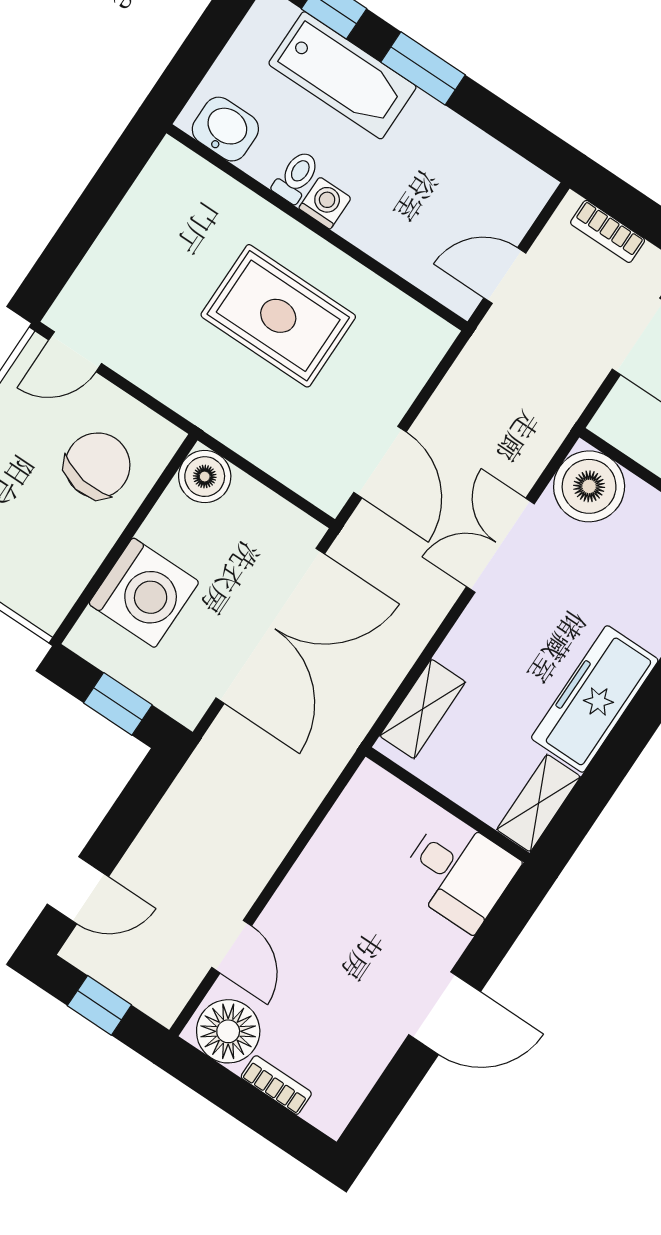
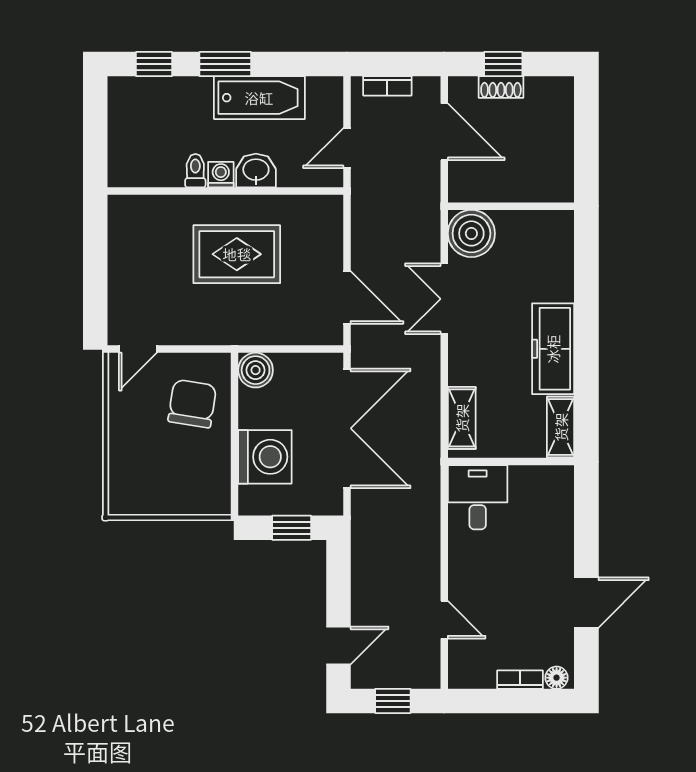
bathtub: (342, 75) -> (259, 98), moved
washbasin: (225, 129) -> (256, 171), moved
desk: (459, 873) -> (478, 497), moved, turned -90
door: (445, 1013) -> (586, 602), moved
floor lamp: (228, 1031) -> (557, 678), moved, width x0.53, depth x0.53

